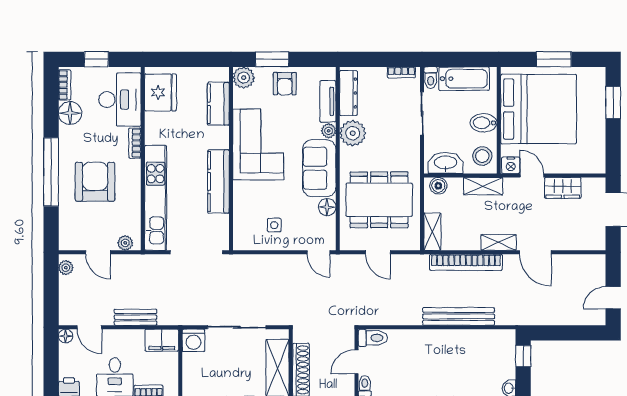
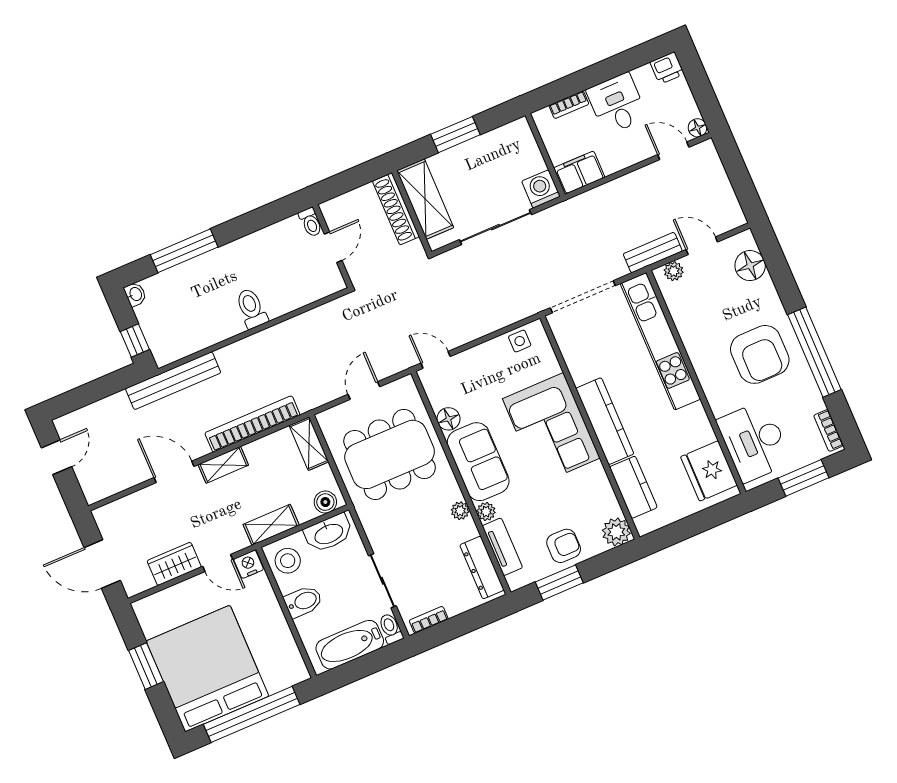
window: (96, 59) -> (803, 478), width x1.50
window: (272, 59) -> (559, 582), moved
window: (554, 59) -> (252, 714), width x2.11
armchair: (285, 84) -> (564, 546), turned 90
window: (613, 103) -> (146, 666), moved
bed: (539, 109) -> (207, 669), moved, turned 90
floor lamp: (70, 113) -> (750, 266), moved
plant: (353, 133) -> (460, 511), width x0.53, depth x0.53
bookcase: (135, 143) -> (714, 397), removed
corner sofa: (258, 145) -> (551, 428), moved
window: (51, 172) -> (814, 352), moved
kitchen counter: (218, 181) -> (605, 421), moved
armchair: (95, 182) -> (760, 354), moved
side table: (274, 225) -> (520, 341), moved
door: (378, 252) -> (364, 391), hinge flipped
plant: (66, 268) -> (733, 211), removed
bench: (459, 316) -> (173, 381), moved
bench: (136, 317) -> (653, 253), moved
toilet: (373, 338) -> (251, 308), moved, turned 90

